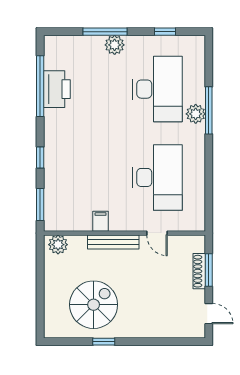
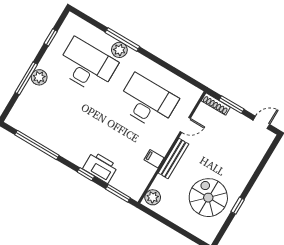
printer: (57, 89) -> (100, 167), moved
shoe rack: (199, 271) -> (216, 104), moved

